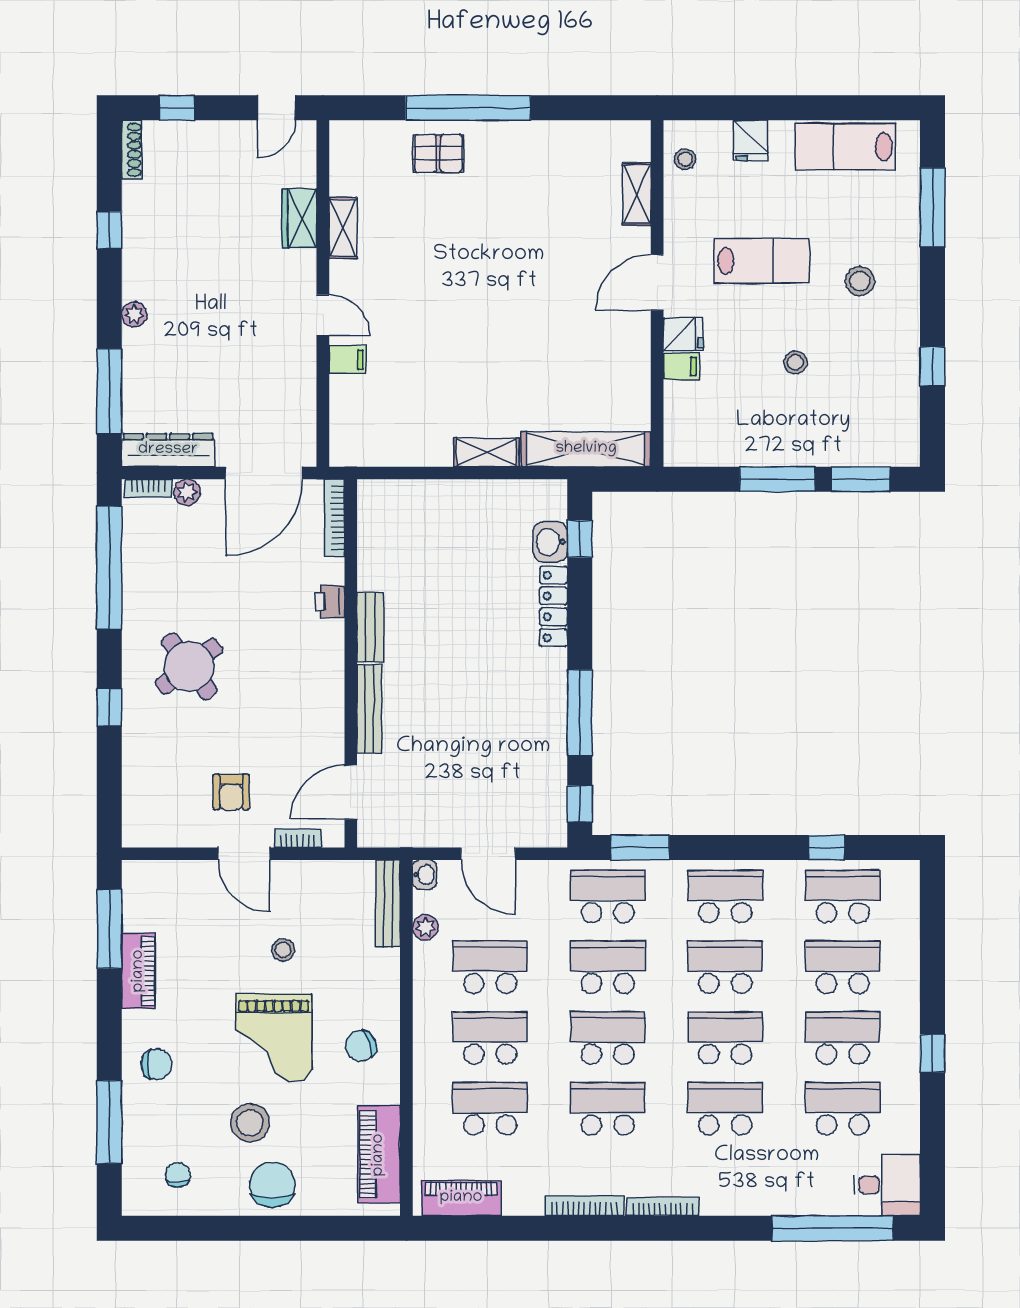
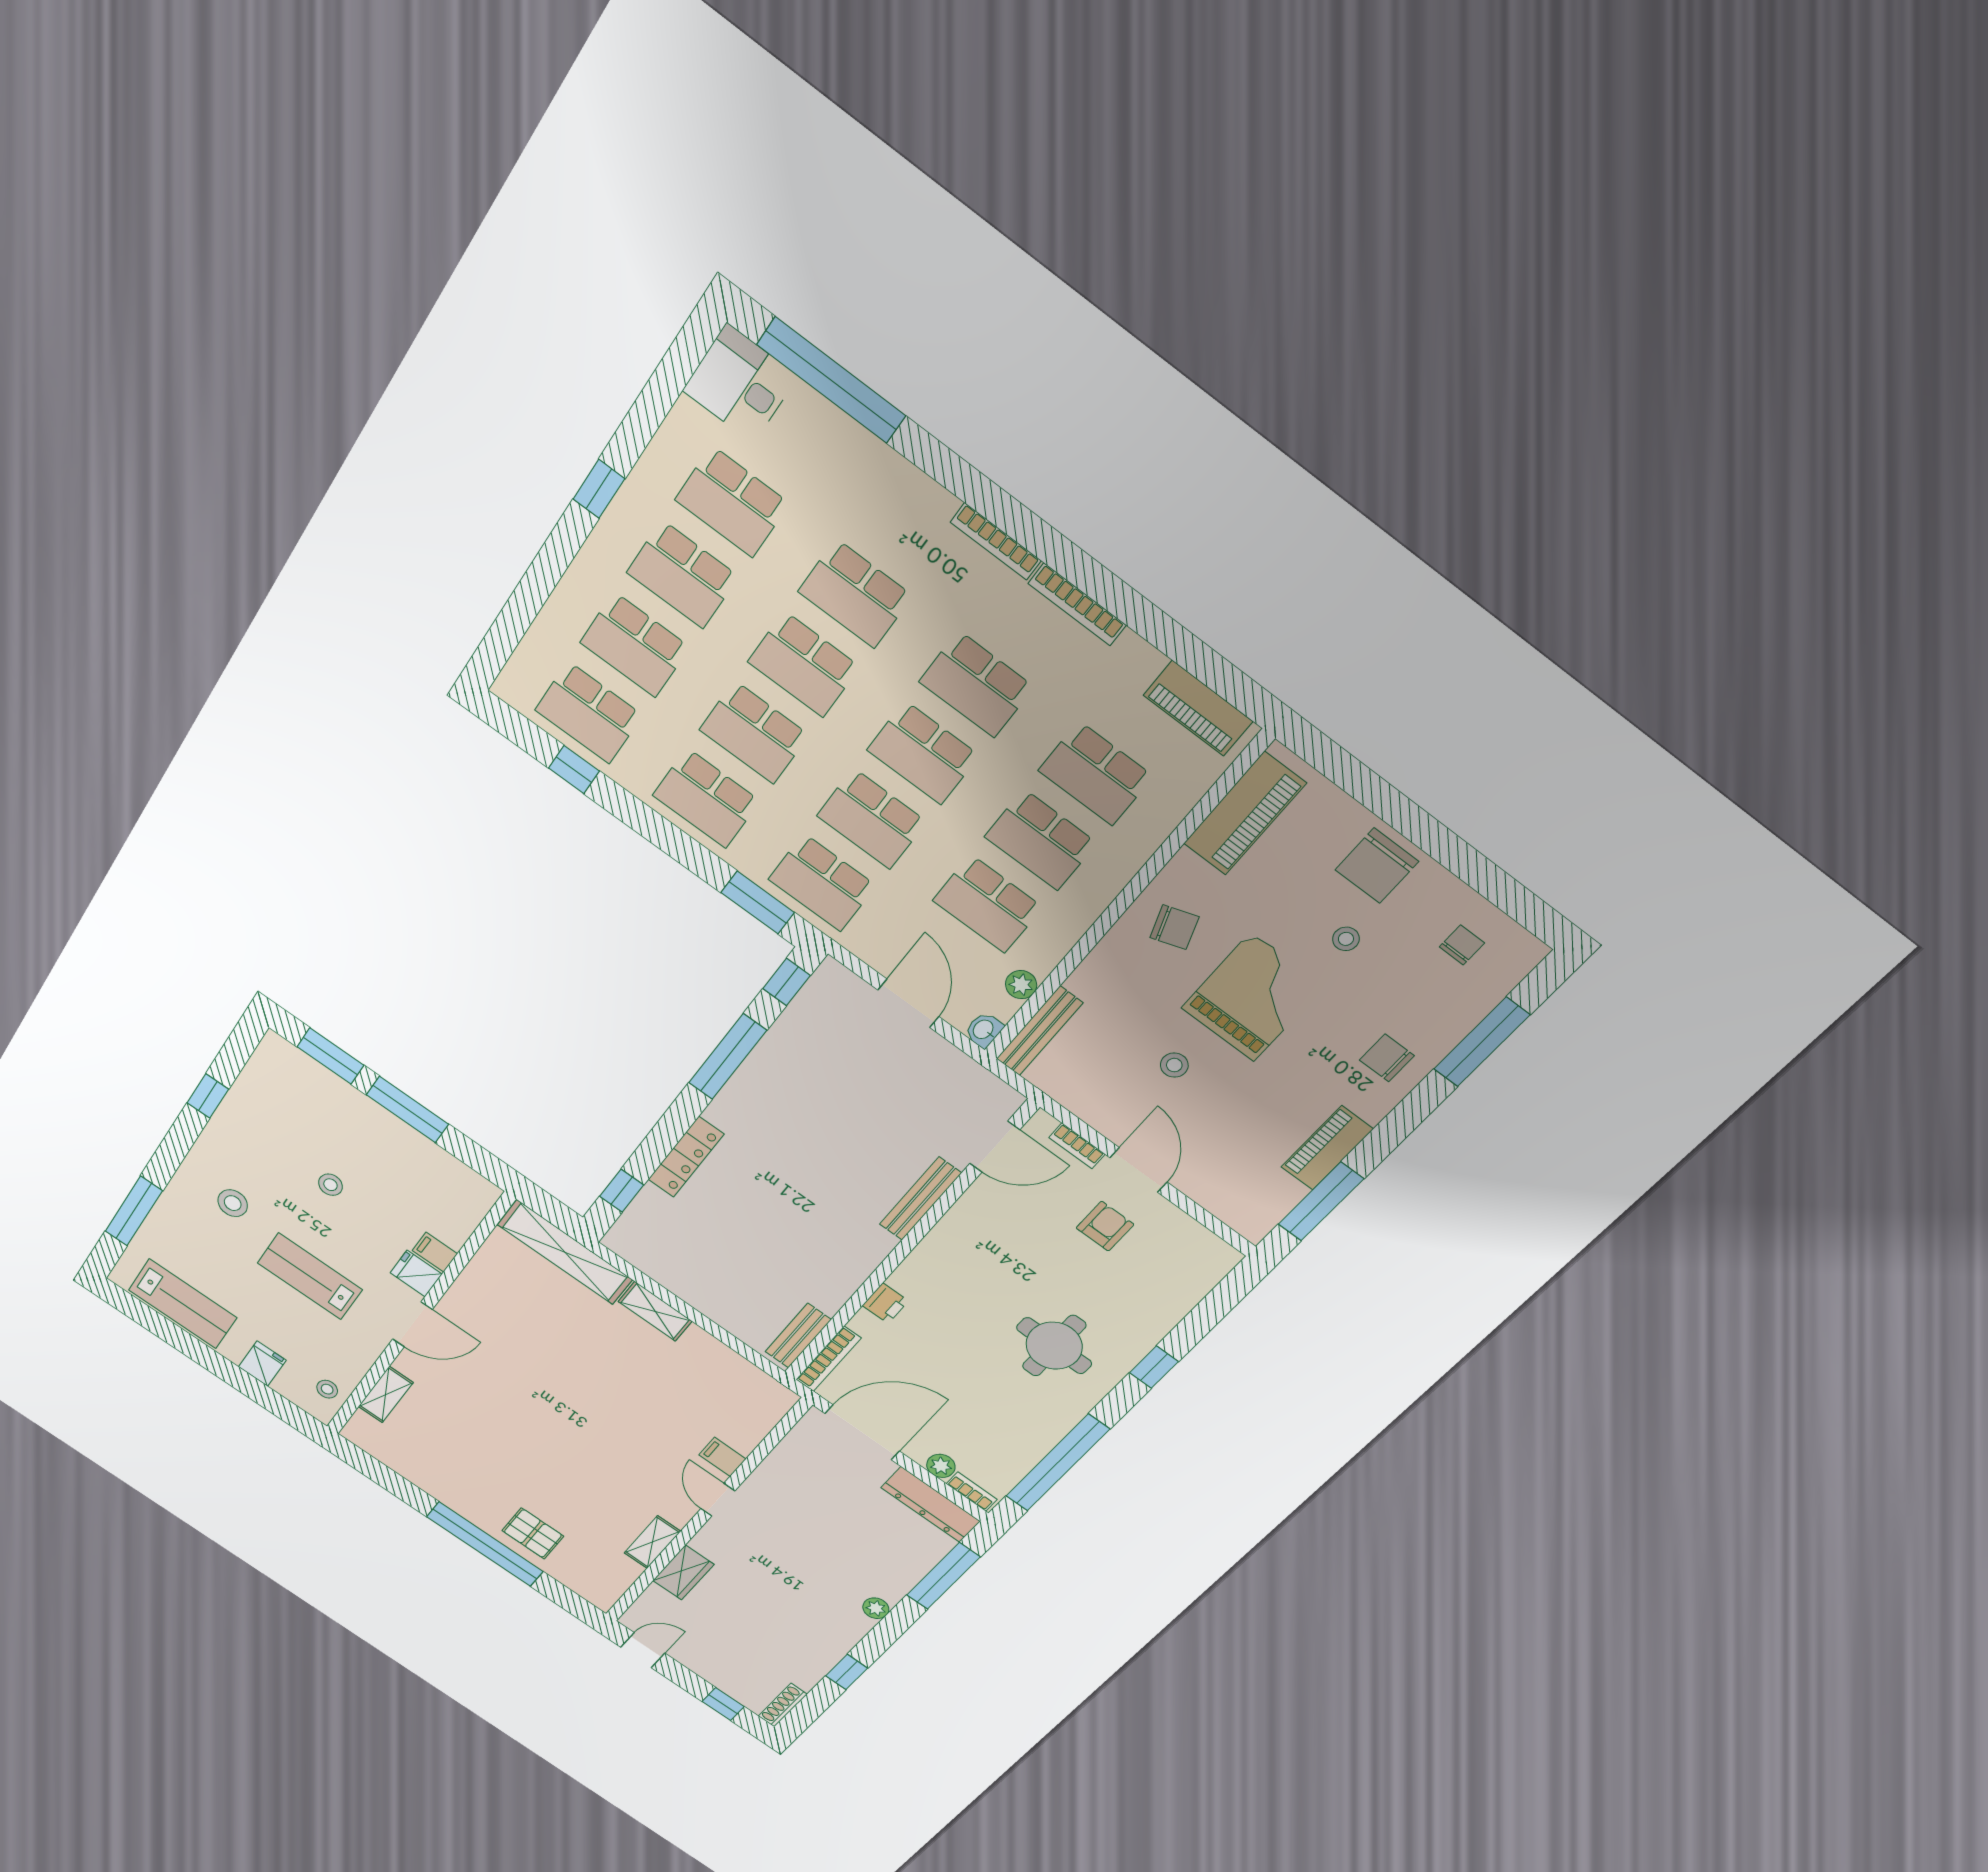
washbasin: (550, 542) -> (650, 1207), removed
bench: (370, 627) -> (798, 1336), moved
round table: (189, 666) -> (1054, 1346), turned 37
stool: (250, 1123) -> (1346, 939), width x0.53, depth x0.53
chair: (178, 1175) -> (1462, 945), turned 180

